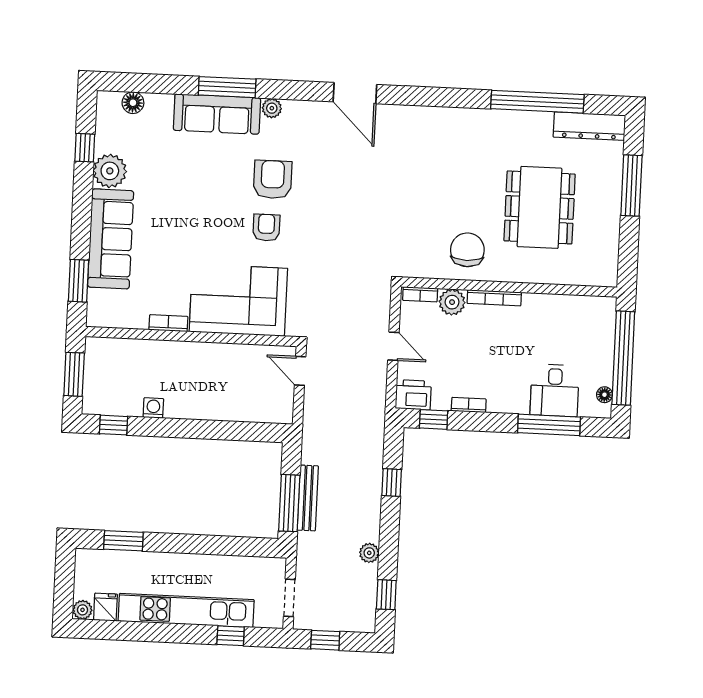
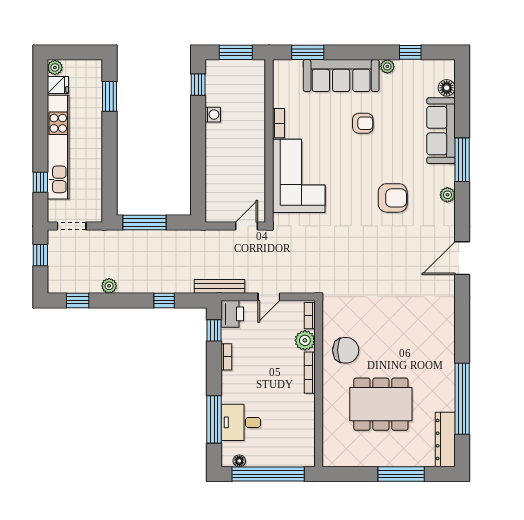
sofa: (217, 114) -> (441, 131), moved
plant: (110, 171) -> (387, 66), width x0.53, depth x0.53
armchair: (266, 228) -> (363, 123), moved
bench: (308, 498) -> (220, 286), moved

